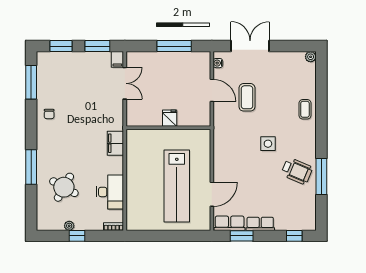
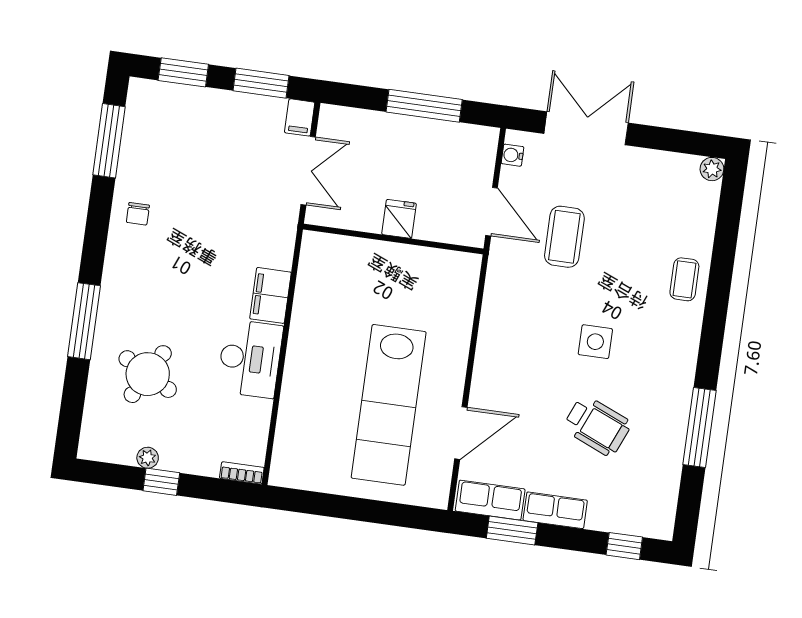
fridge: (170, 118) -> (399, 219), moved
wall: (168, 128) -> (393, 239), moved
wheelchair: (297, 171) -> (597, 426), moved
desk: (110, 192) -> (250, 359), moved

